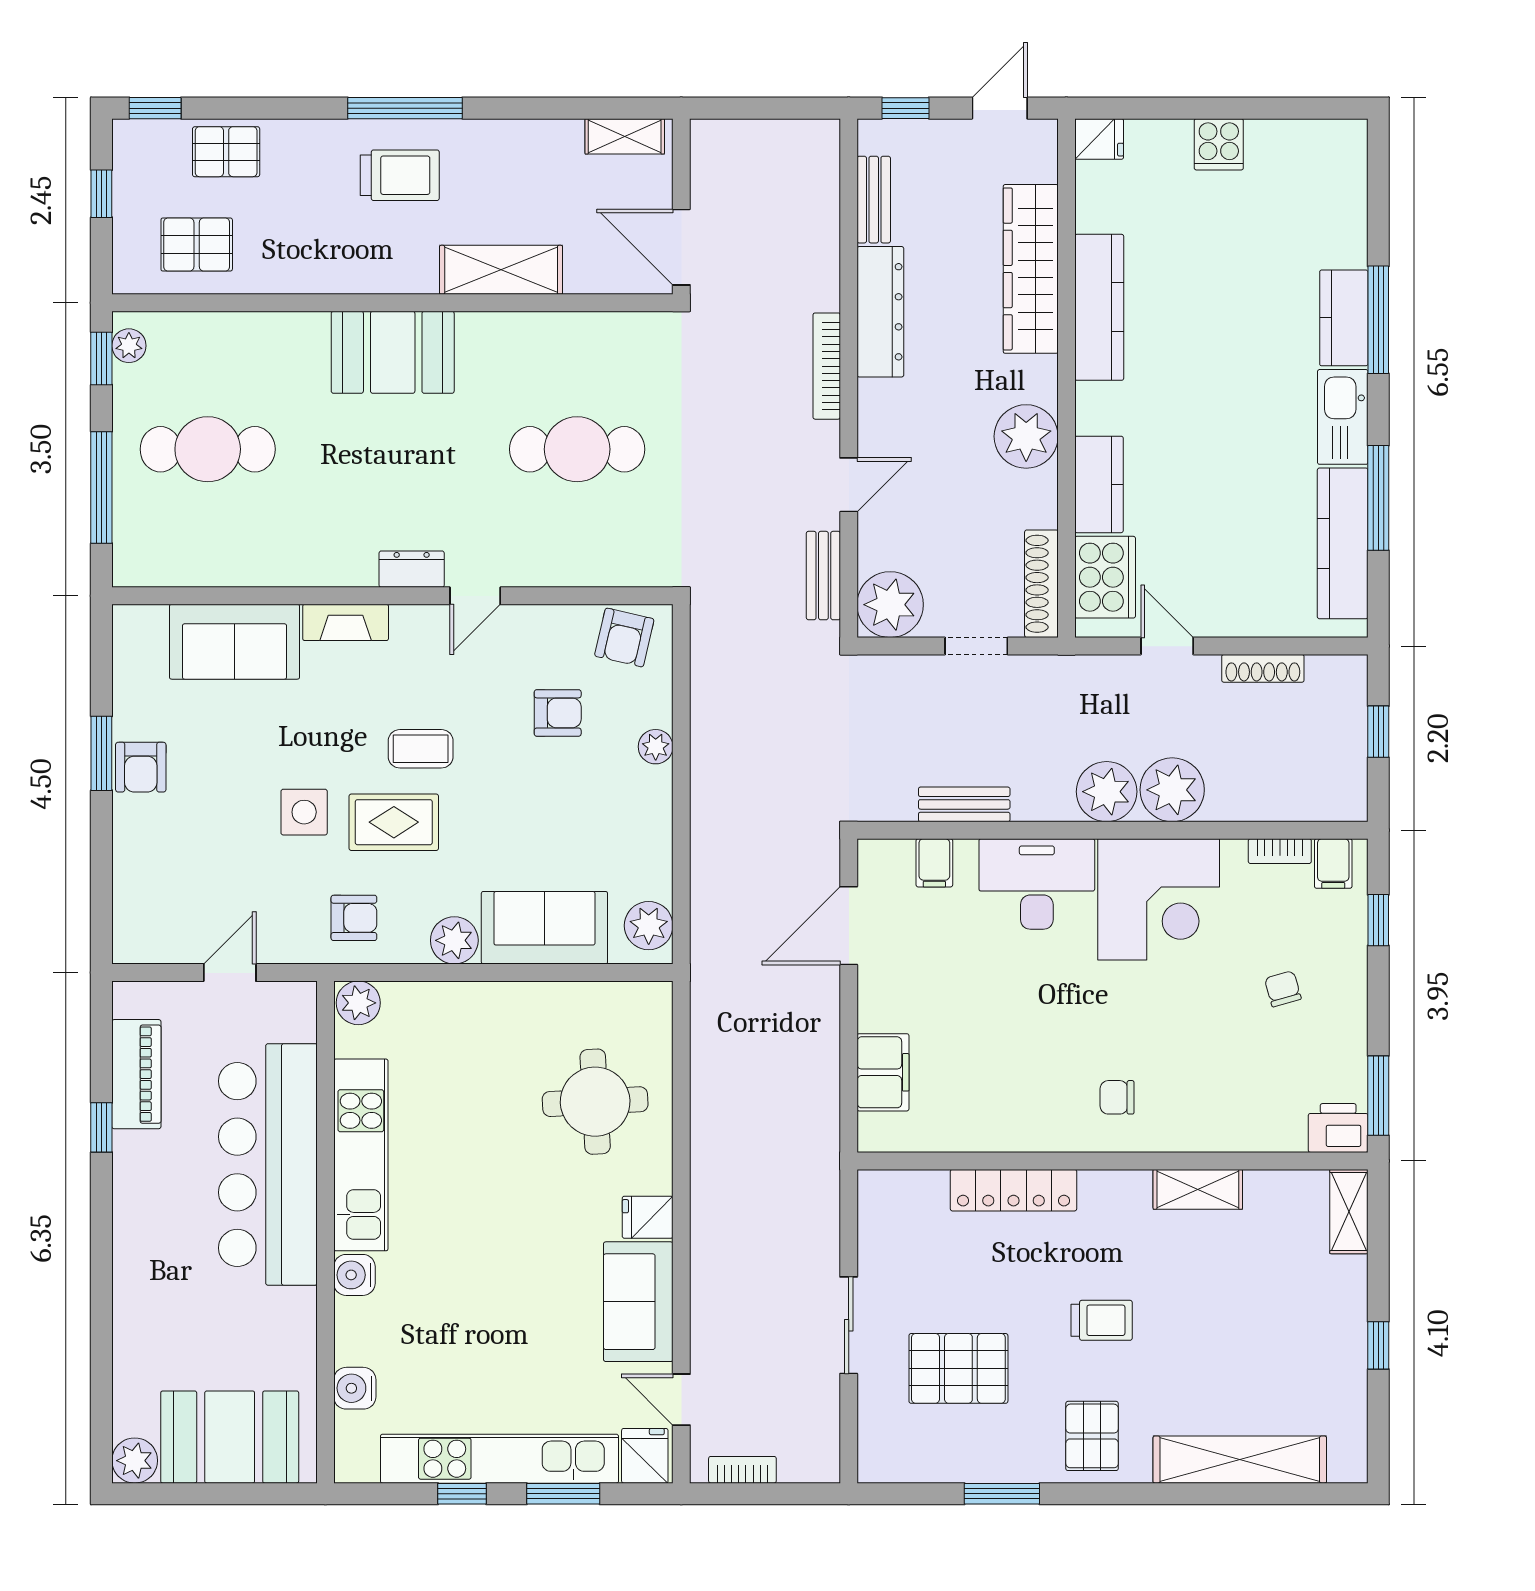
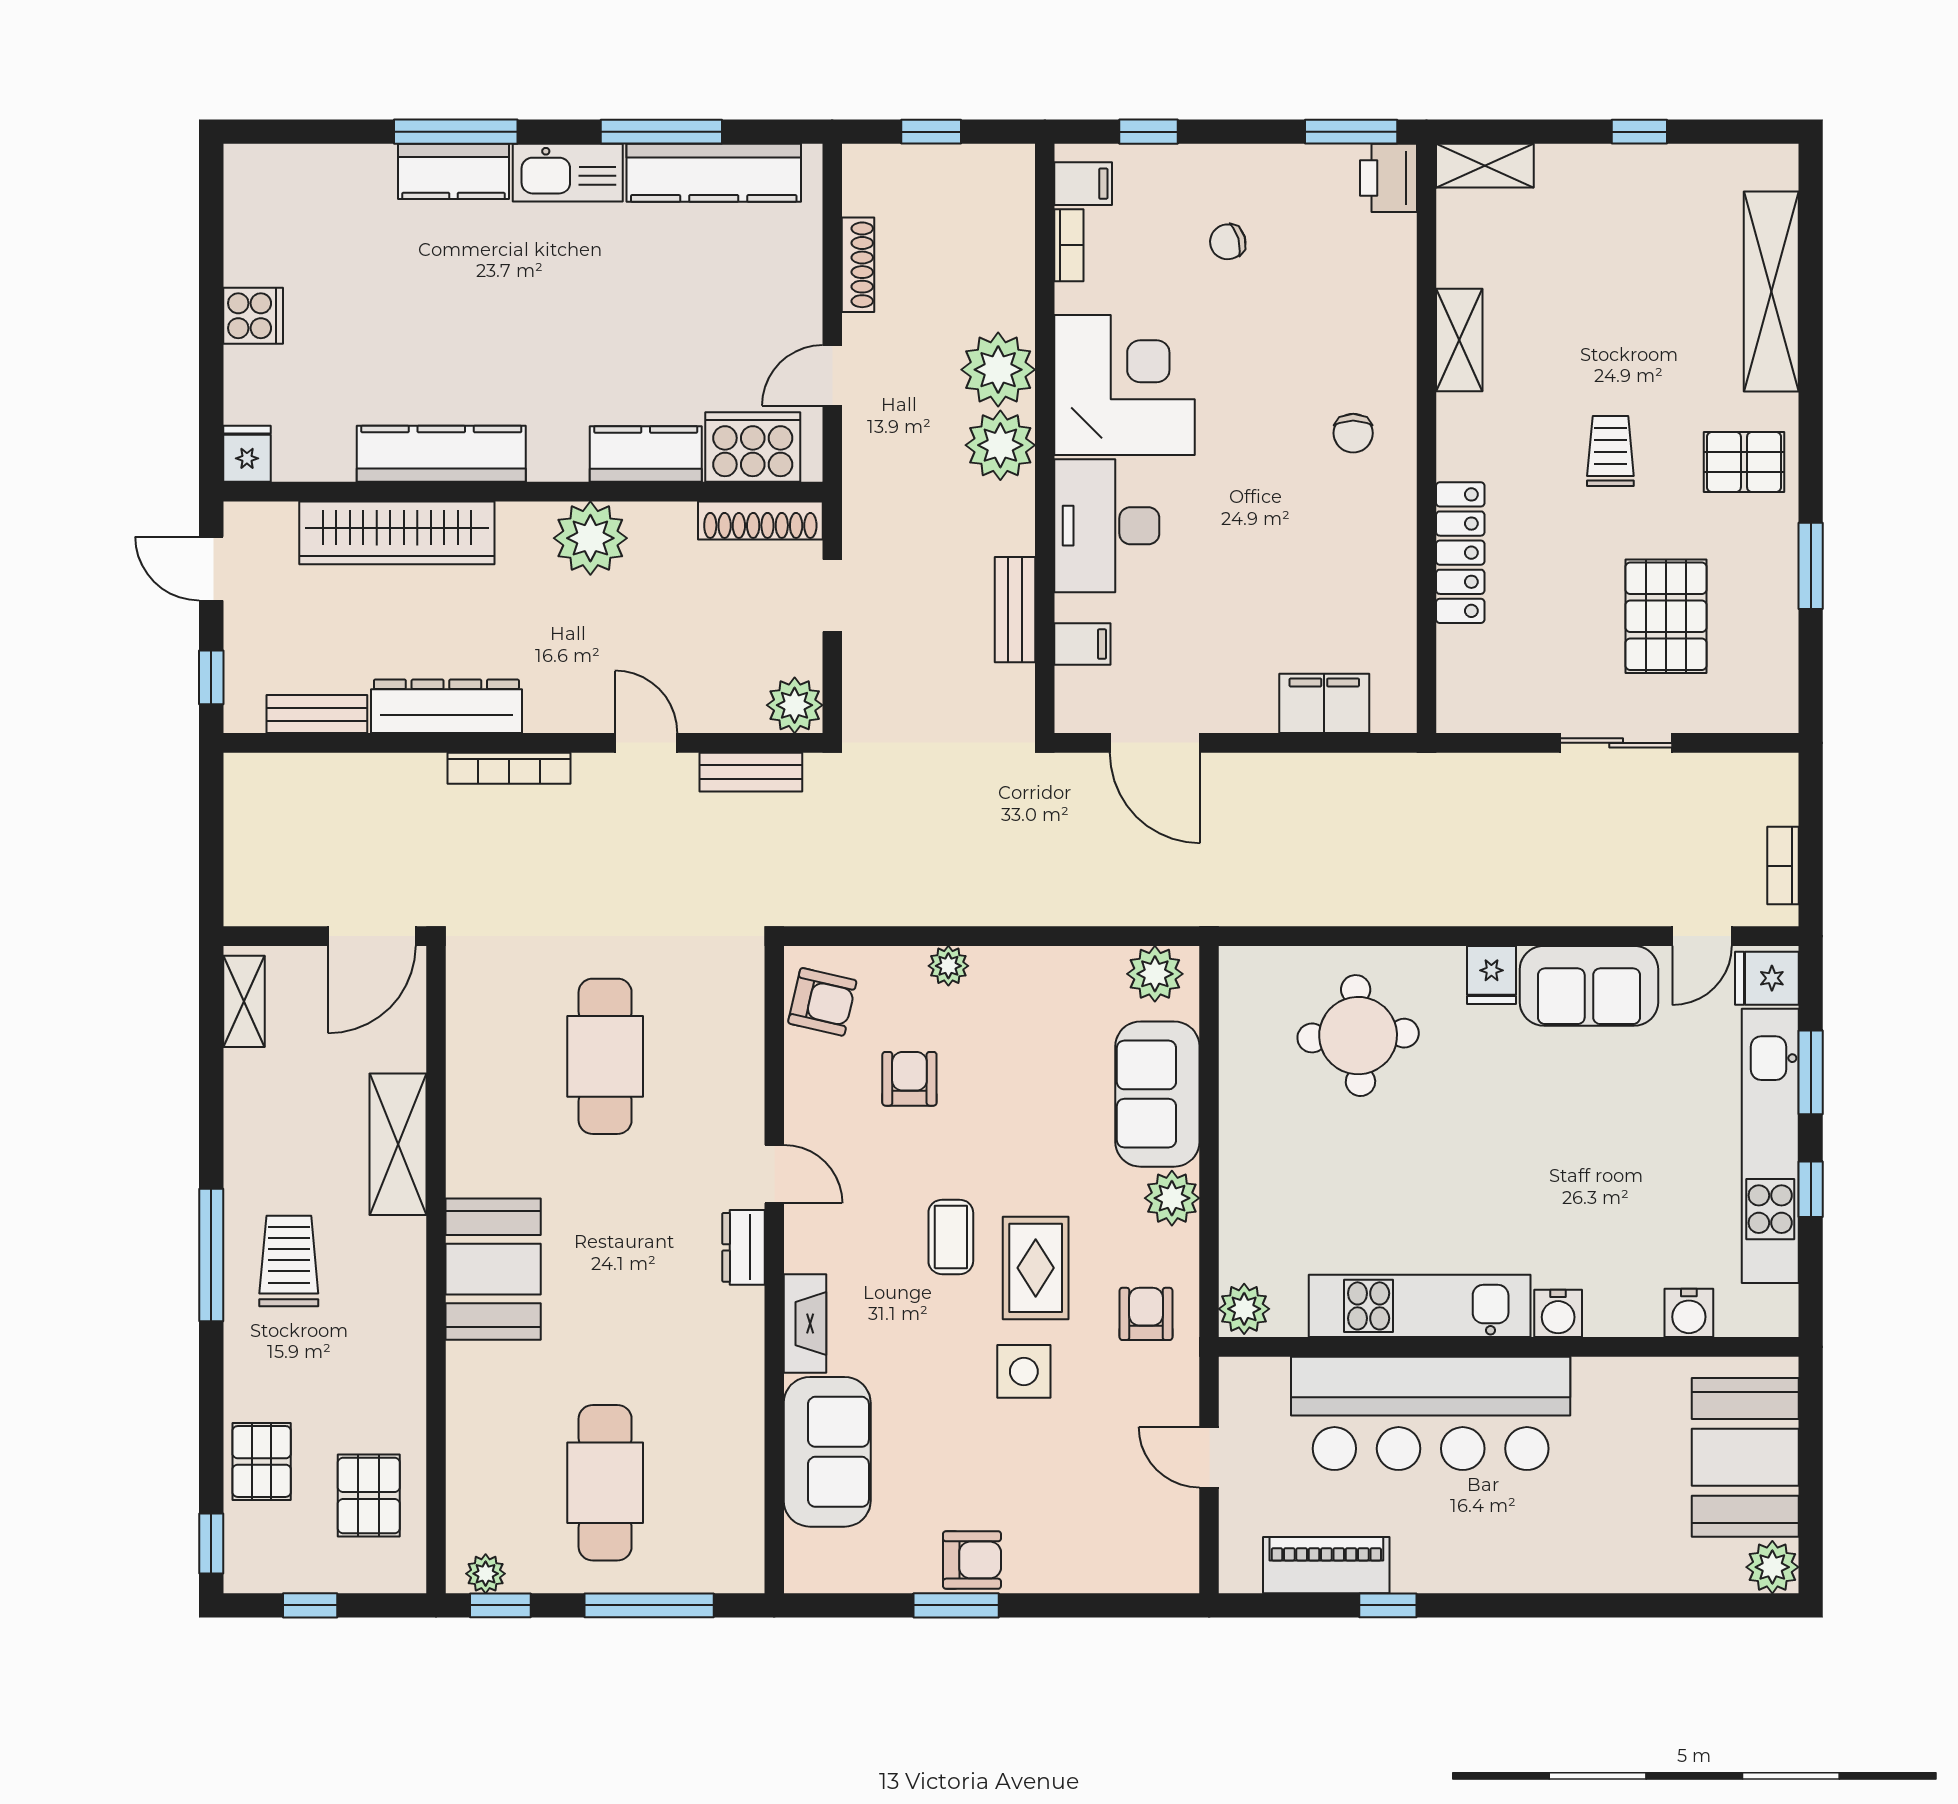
plant: (890, 605) -> (795, 705), width x0.73, depth x0.73

